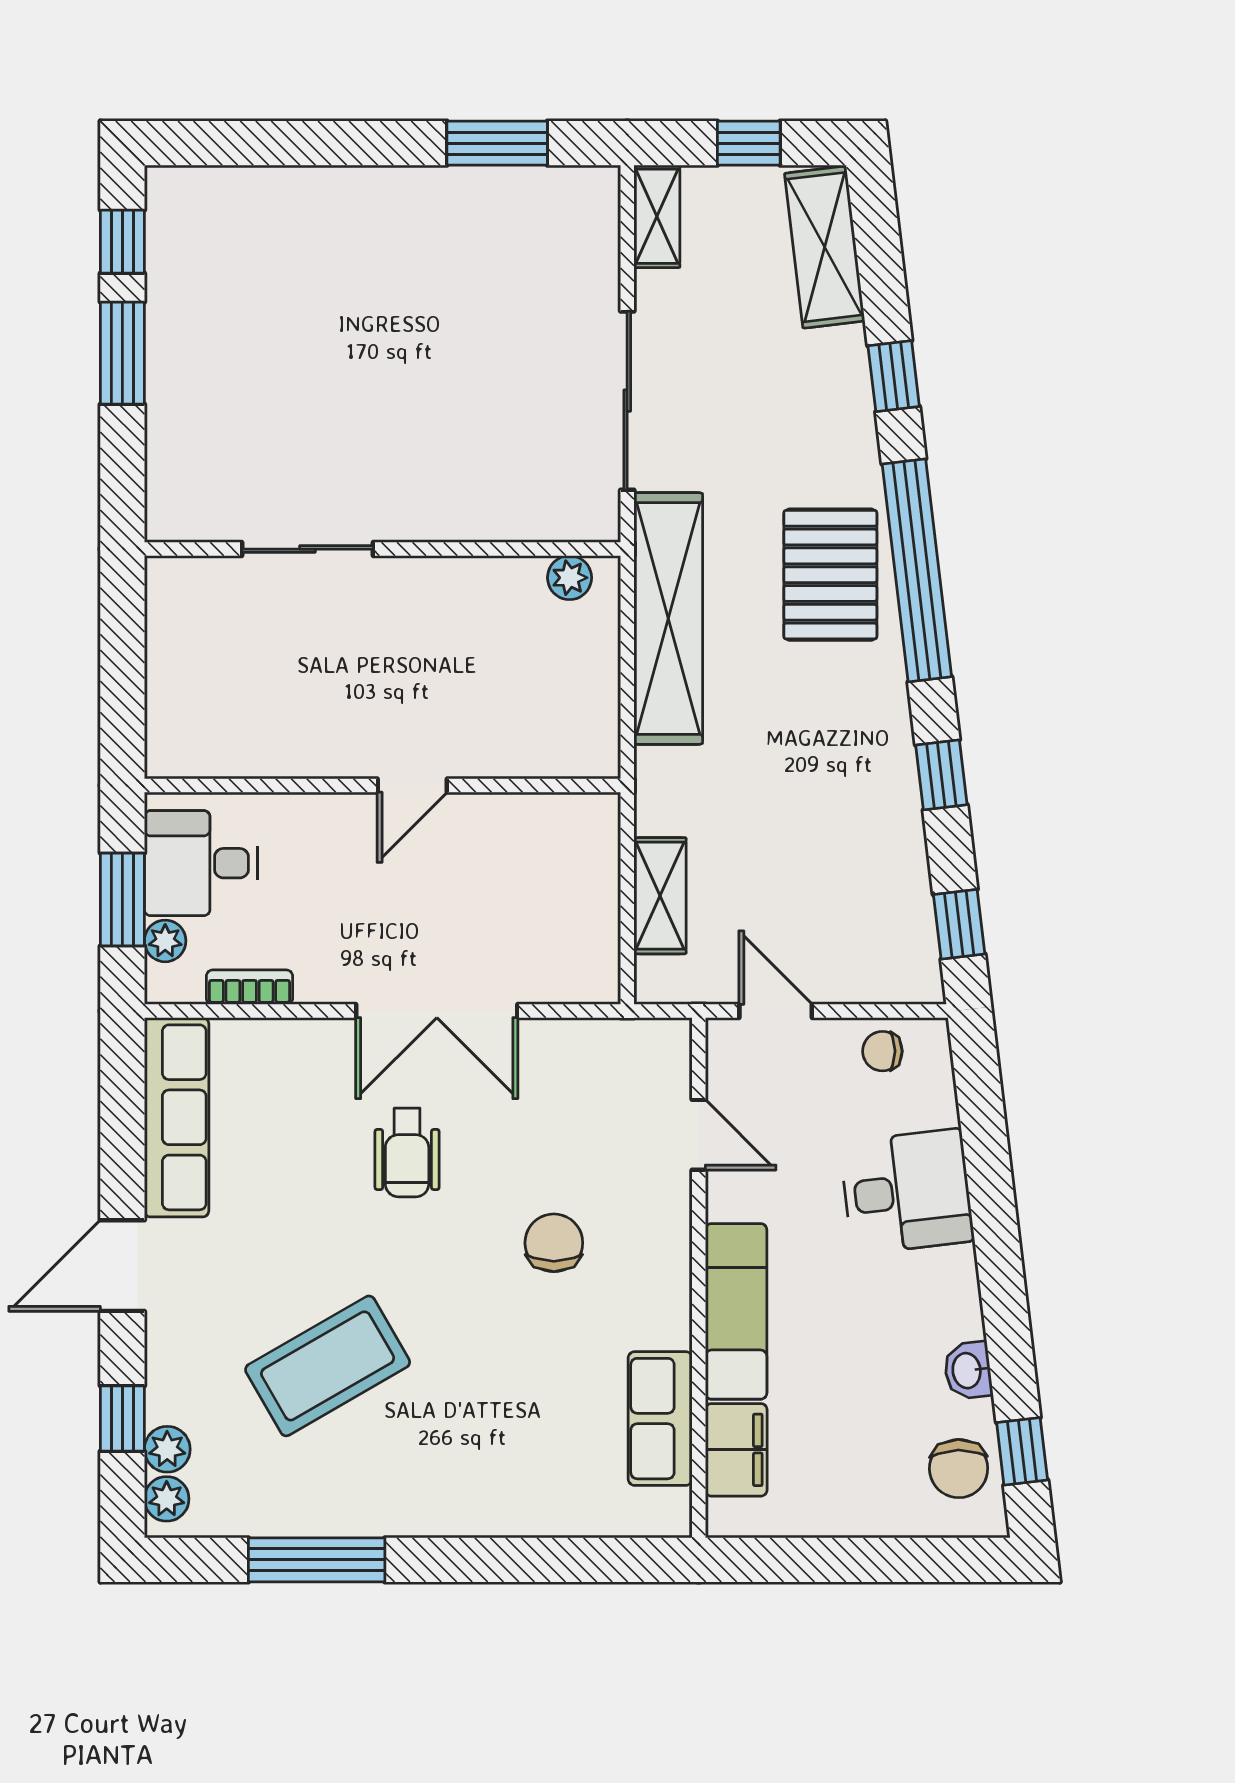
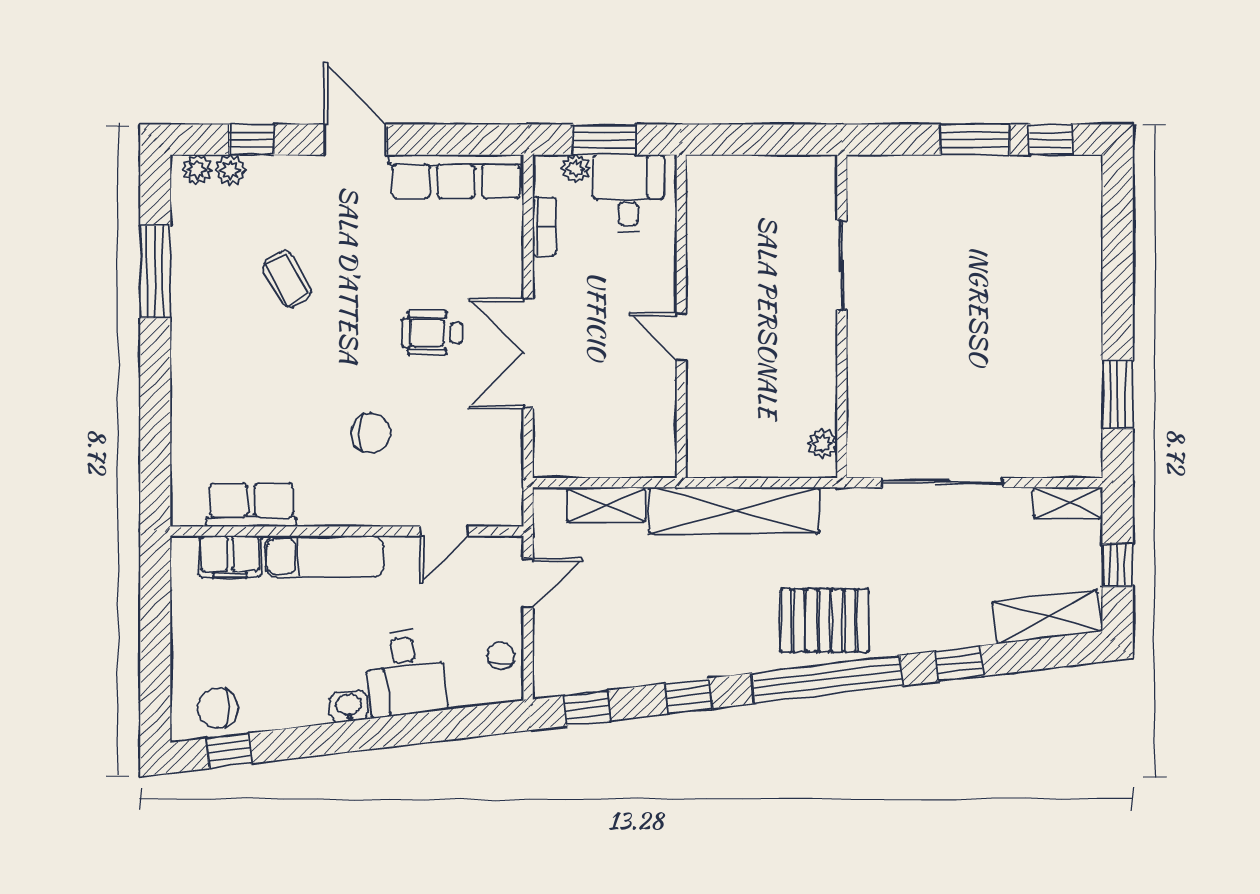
shelving: (668, 618) -> (734, 510), moved
coffee table: (328, 1366) -> (287, 279), width x0.54, depth x0.58
washbasin: (968, 1370) -> (349, 706), moved

